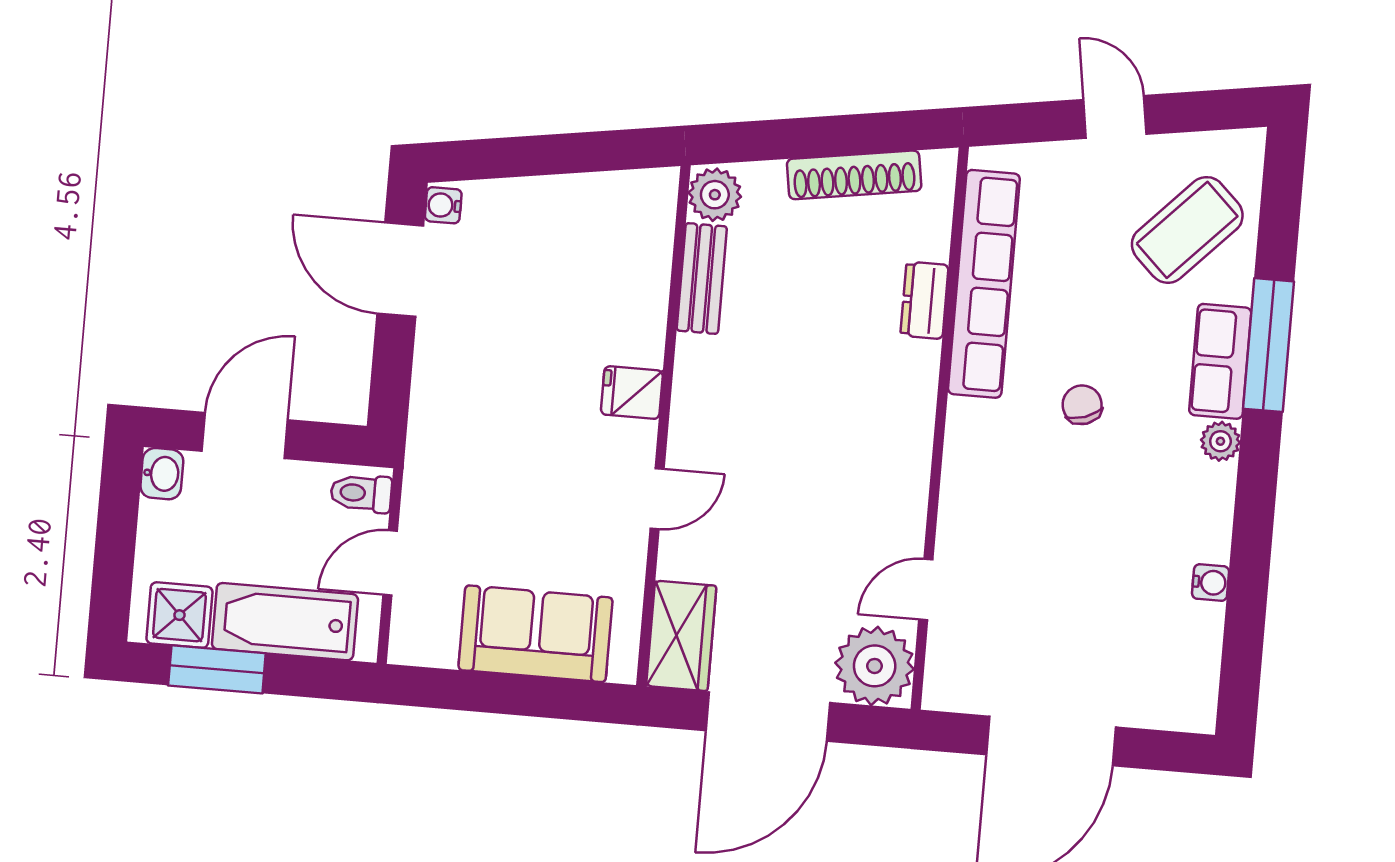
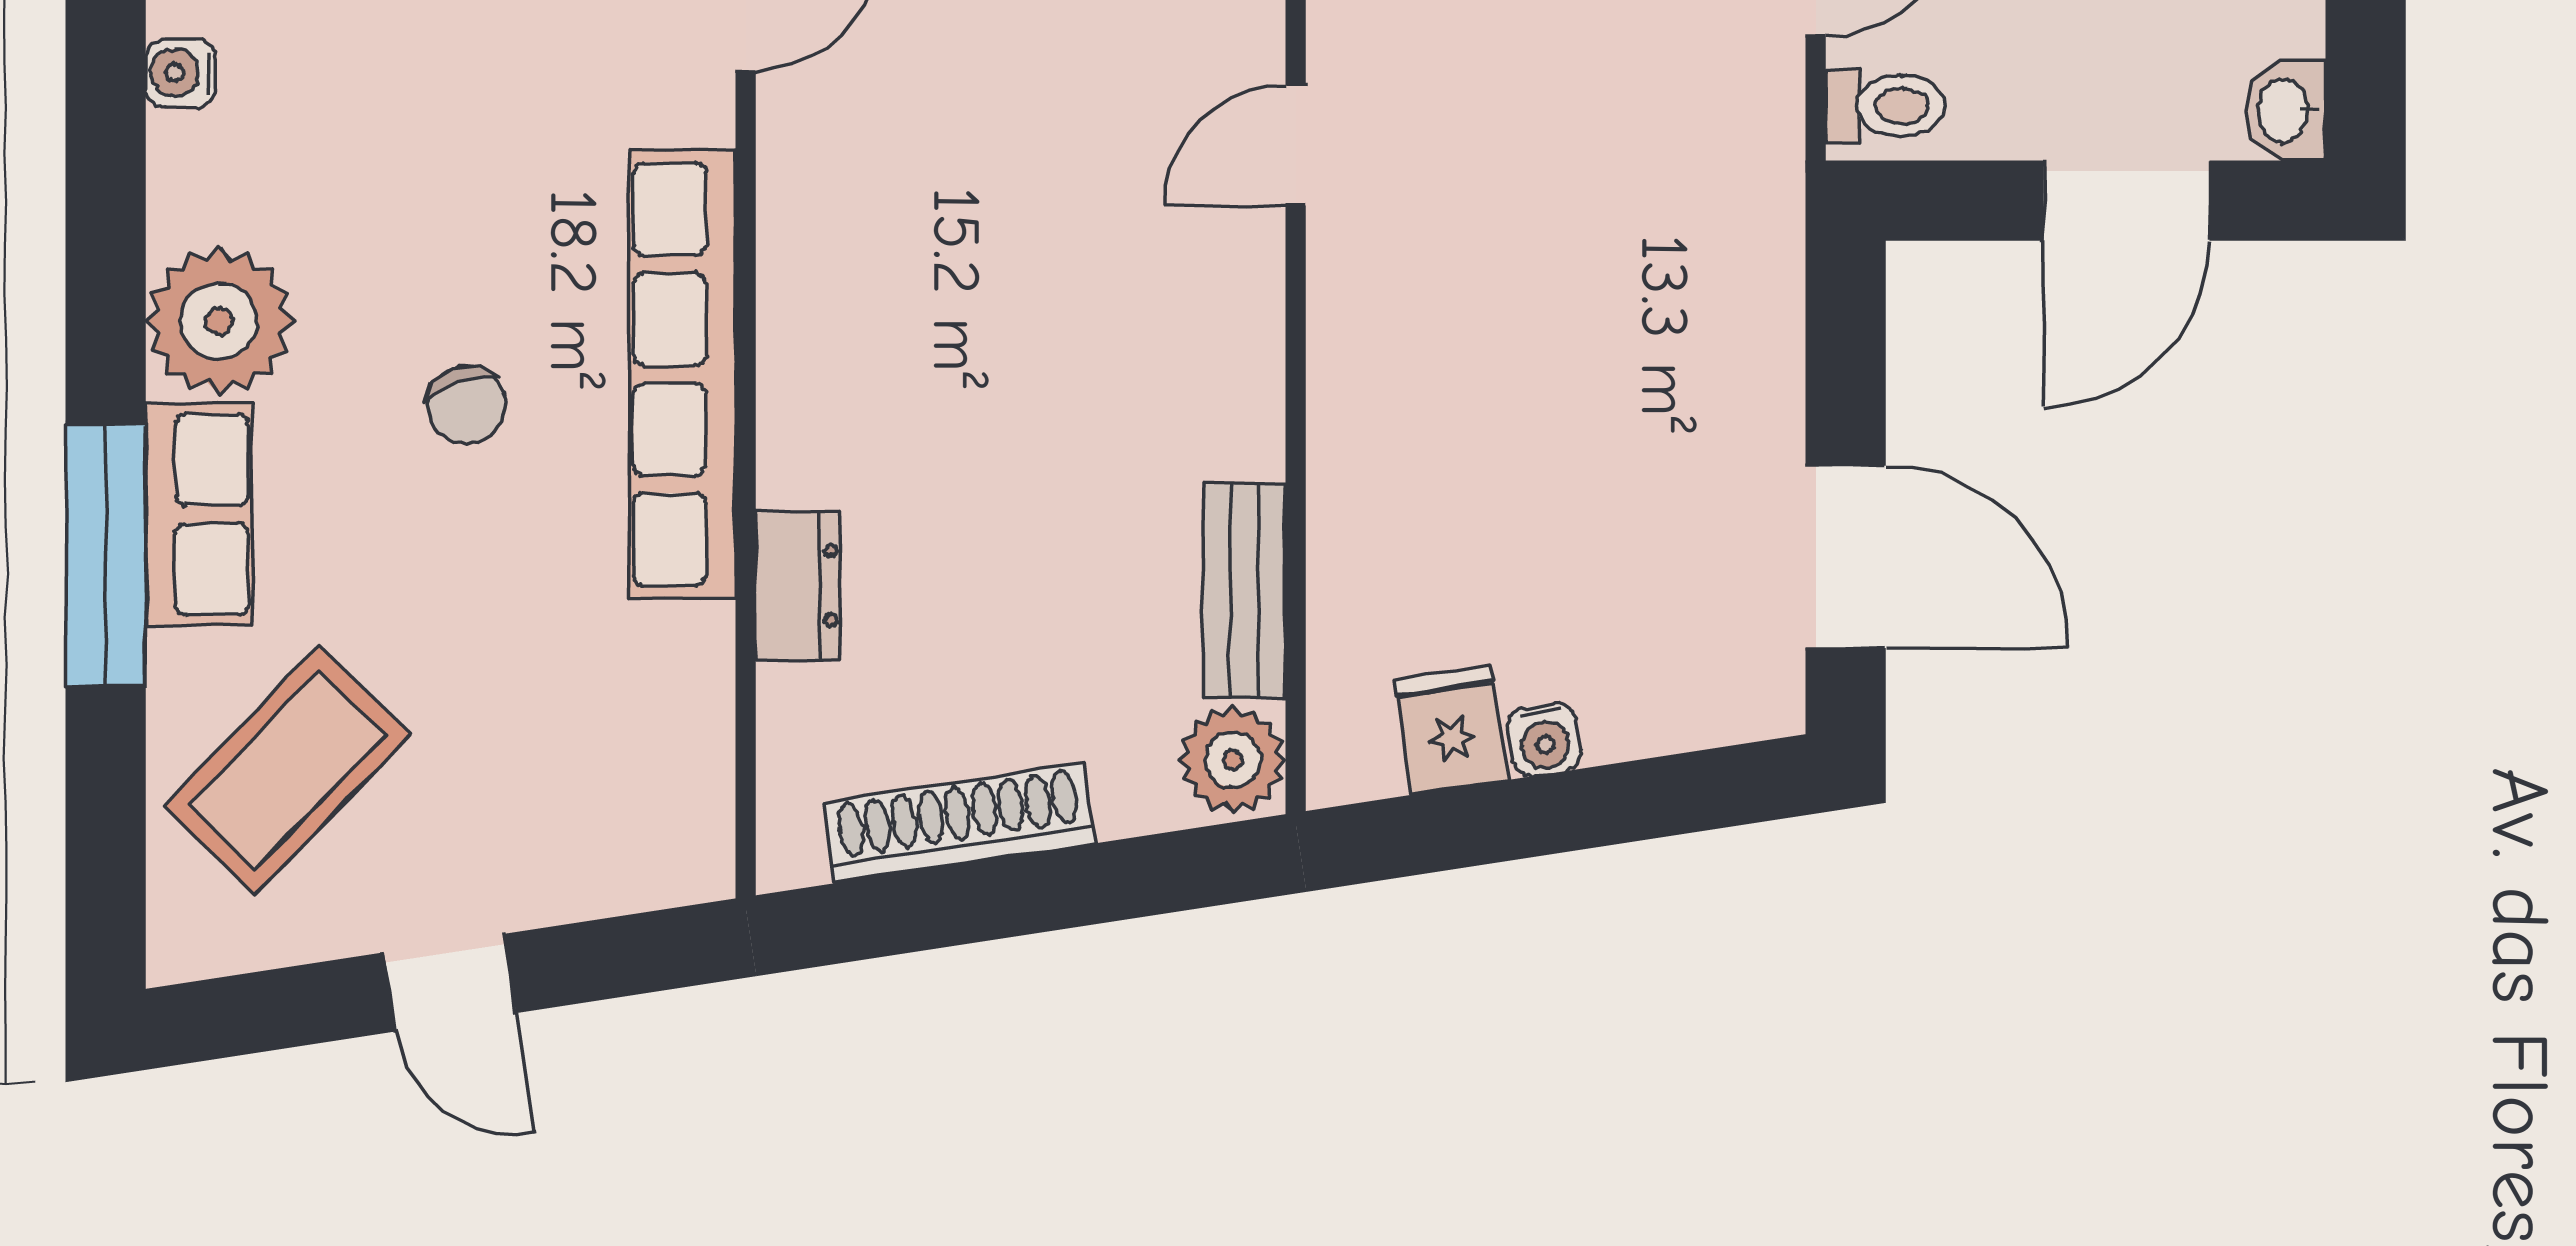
water cooler: (443, 205) -> (1544, 739), moved, turned 81
row of seats: (984, 284) -> (682, 374), moved
fridge: (632, 393) -> (1451, 730), moved, turned -99
plant: (1220, 441) -> (219, 321), width x1.88, depth x1.88

